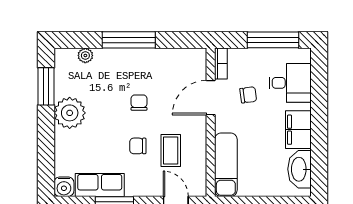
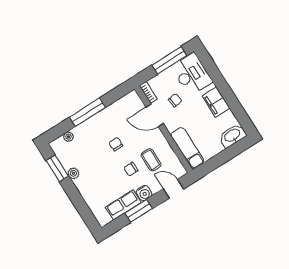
desk: (290, 83) -> (192, 74), width x1.37
door: (211, 98) -> (155, 115), hinge flipped
plant: (70, 113) -> (73, 173), width x0.53, depth x0.53
washbasin: (300, 169) -> (232, 136), moved, turned 90
water cooler: (64, 187) -> (144, 193), moved

